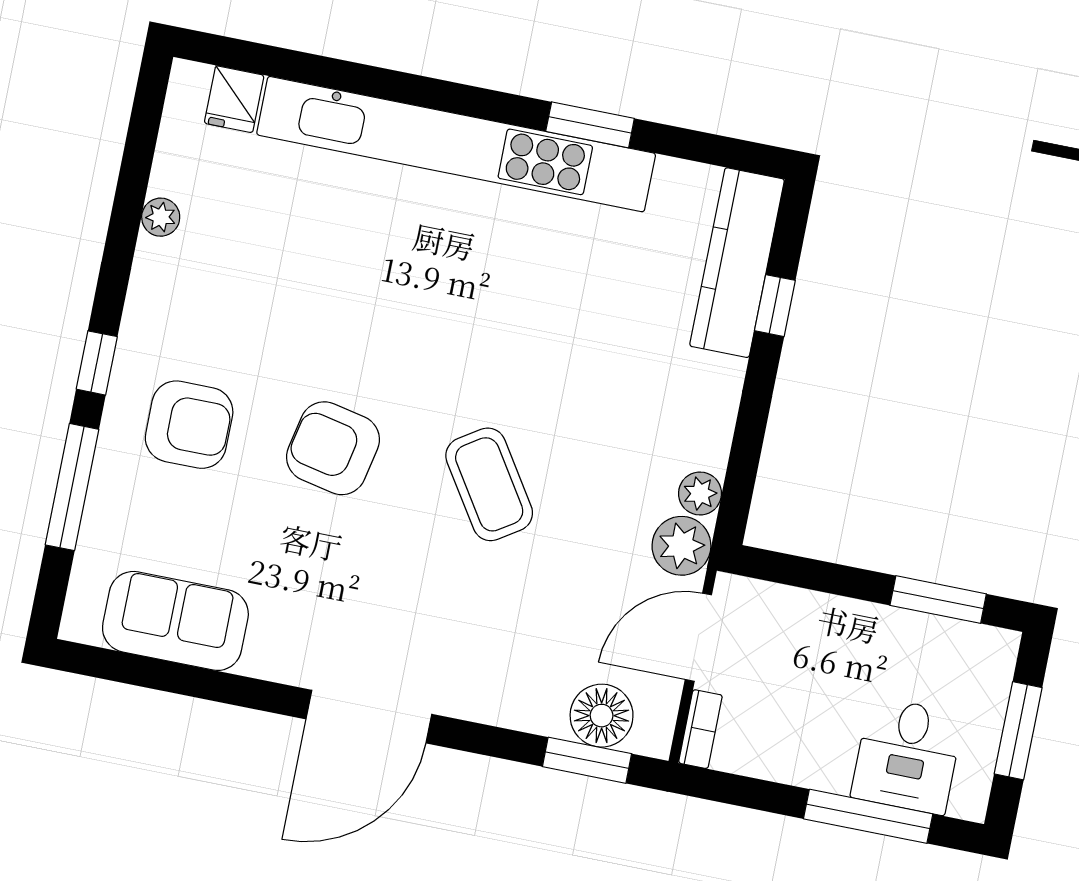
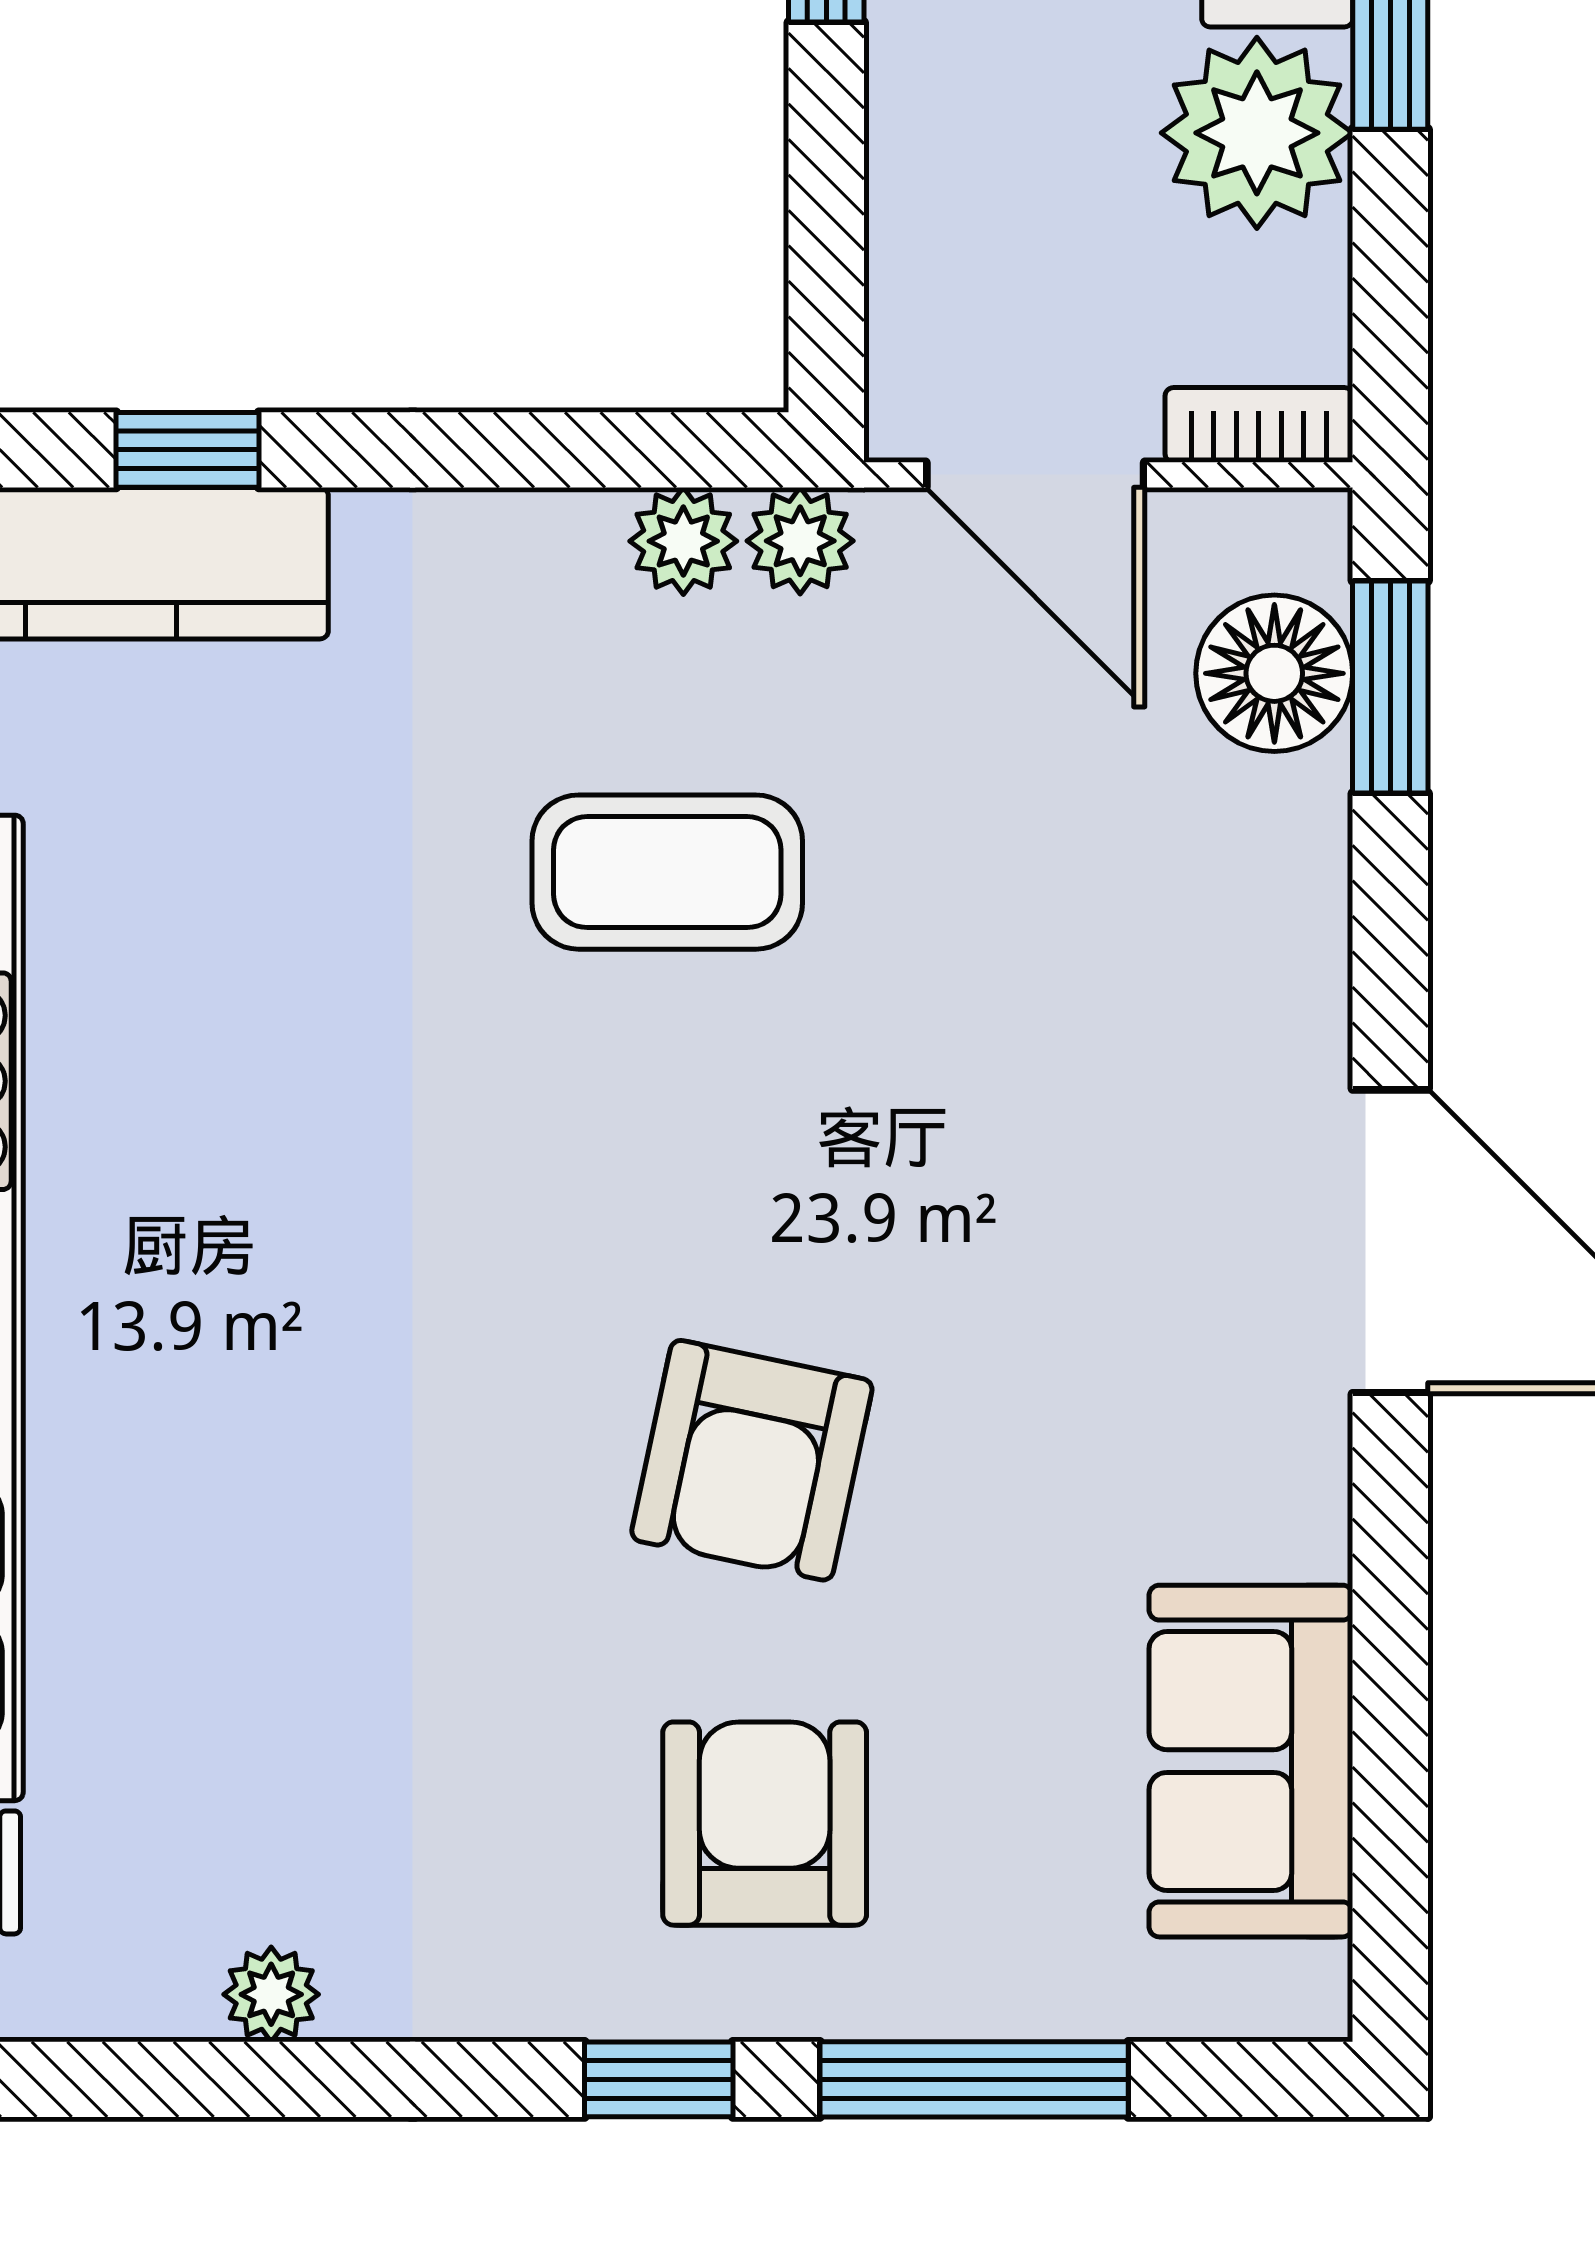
coffee table: (489, 484) -> (667, 872), moved, turned 33
plant: (681, 546) -> (800, 541), width x0.73, depth x0.73
plant: (815, 751) -> (1257, 133), added

